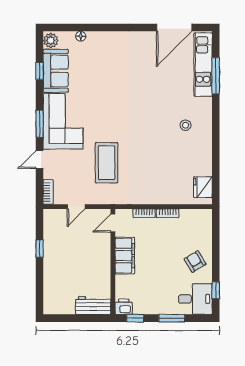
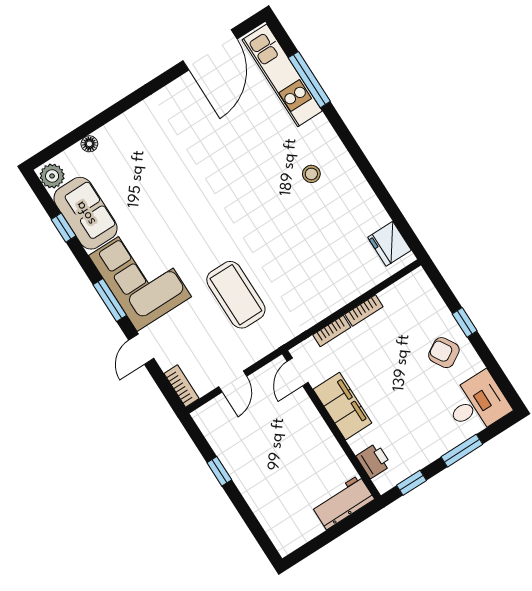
window: (216, 290) -> (465, 322), moved
printer: (124, 307) -> (374, 461), moved, turned 90

